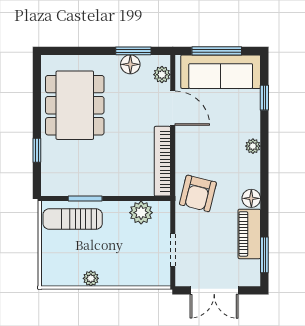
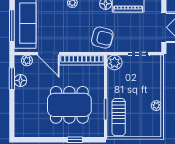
dining table: (75, 105) -> (69, 105), moved
door: (173, 108) -> (48, 54), swing flipped
plant: (141, 213) -> (115, 62), moved

